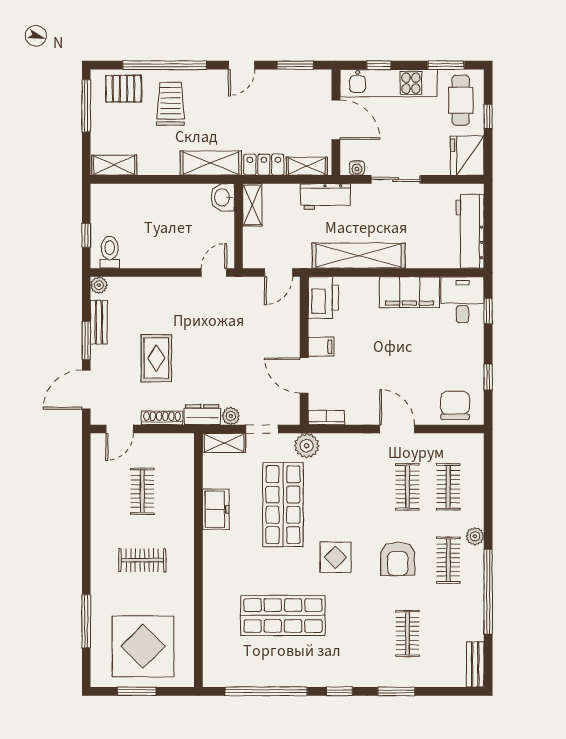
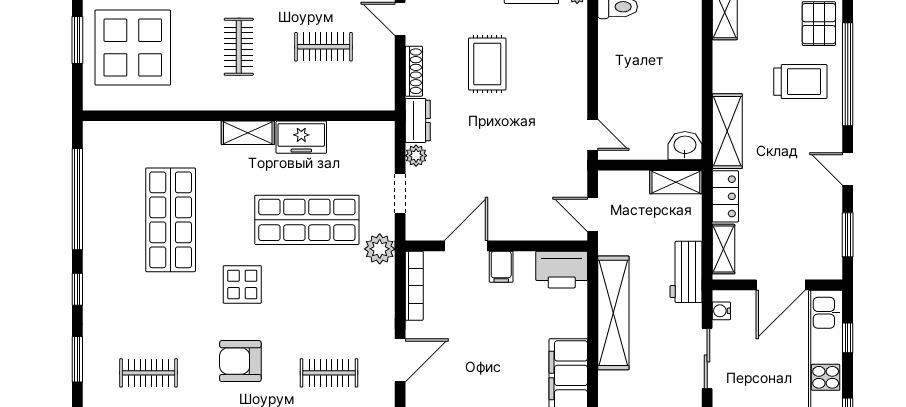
rug: (156, 358) -> (487, 64), turned 90
bookcase: (326, 418) -> (414, 286), width x1.56
shelving: (224, 443) -> (248, 133), moved, turned 90

